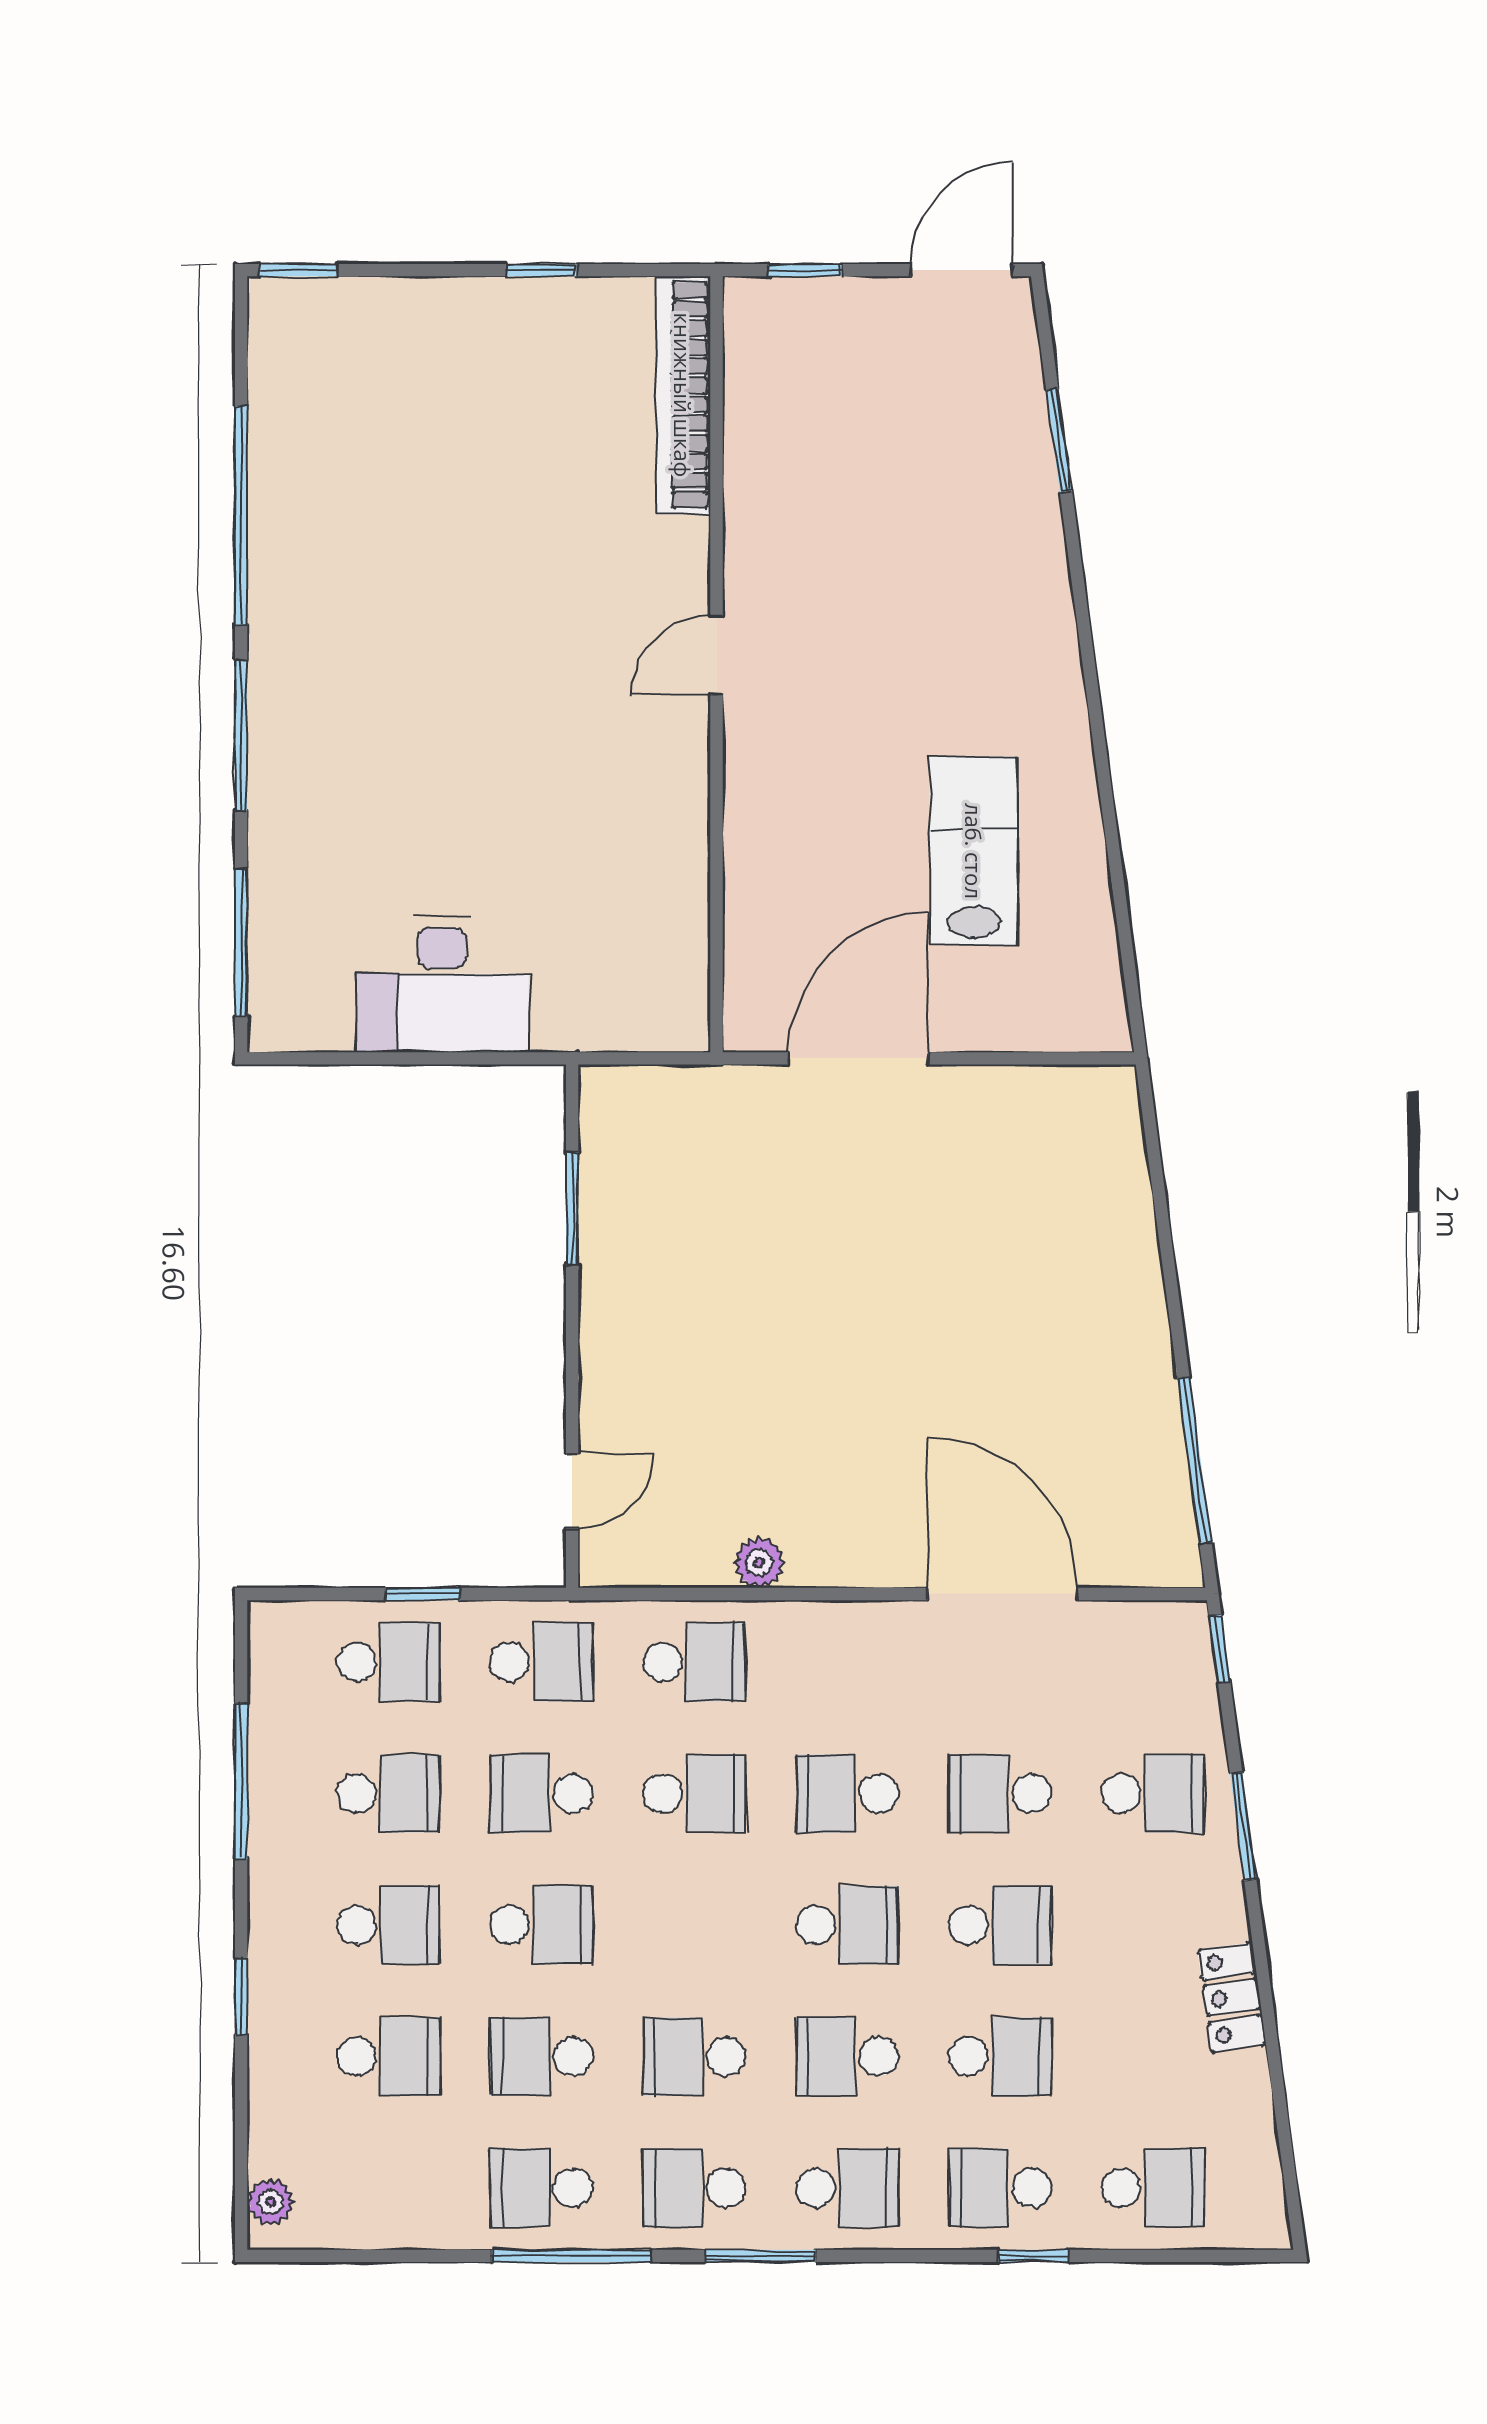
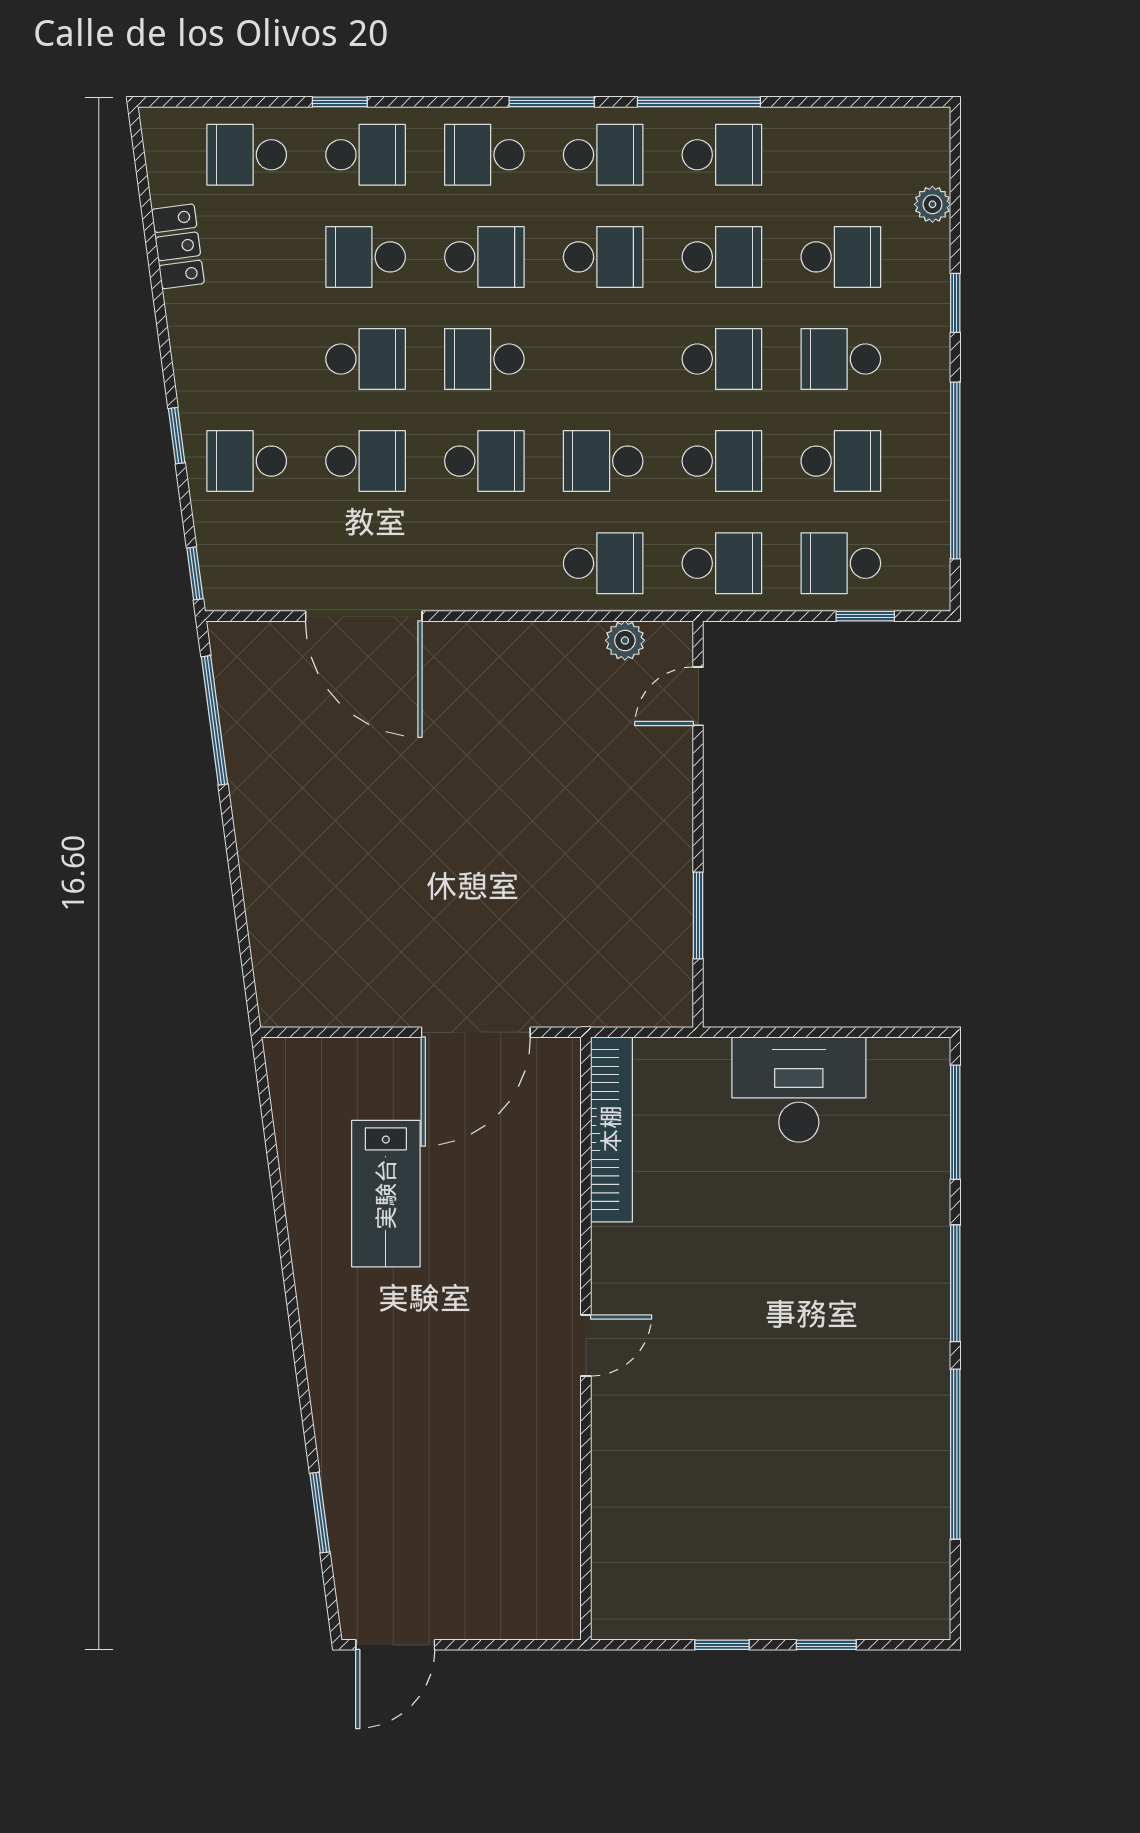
window: (298, 270) -> (826, 1645), moved
window: (805, 270) -> (517, 1645), removed
bookcase: (683, 395) -> (611, 1129), moved
plant: (759, 1563) -> (625, 640), moved
window: (423, 1594) -> (865, 616), moved
school desk: (541, 1662) -> (722, 563), turned 180
school desk: (694, 1662) -> (603, 563), turned 180
window: (241, 1781) -> (955, 470), width x1.46
school desk: (388, 1794) -> (841, 461), turned 180
window: (1243, 1826) -> (177, 436), width x0.67
school desk: (541, 1925) -> (722, 359), turned 180
school desk: (1000, 1925) -> (366, 359), turned 180
locker: (1232, 1997) -> (178, 246), moved
school desk: (388, 2056) -> (841, 257), turned 180
plant: (270, 2202) -> (932, 204), moved

